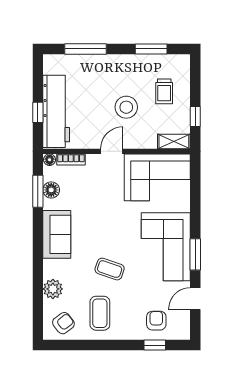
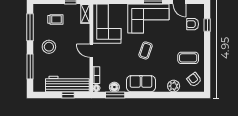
window: (151, 49) -> (30, 27), width x1.44
stool: (126, 107) -> (49, 47), moved
coffee table: (110, 269) -> (146, 50), moved

